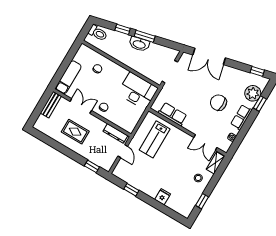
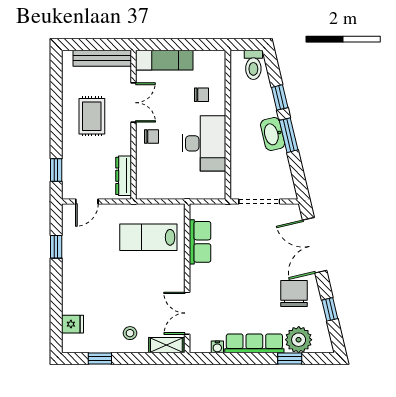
window: (257, 71) -> (330, 309), moved
desk: (138, 91) -> (204, 143), moved
chair: (218, 103) -> (294, 294), moved
bench: (51, 105) -> (102, 58), width x1.36
row of seats: (241, 117) -> (254, 343), width x1.48
door: (123, 151) -> (87, 201), moved
fridge: (163, 197) -> (73, 324), moved

